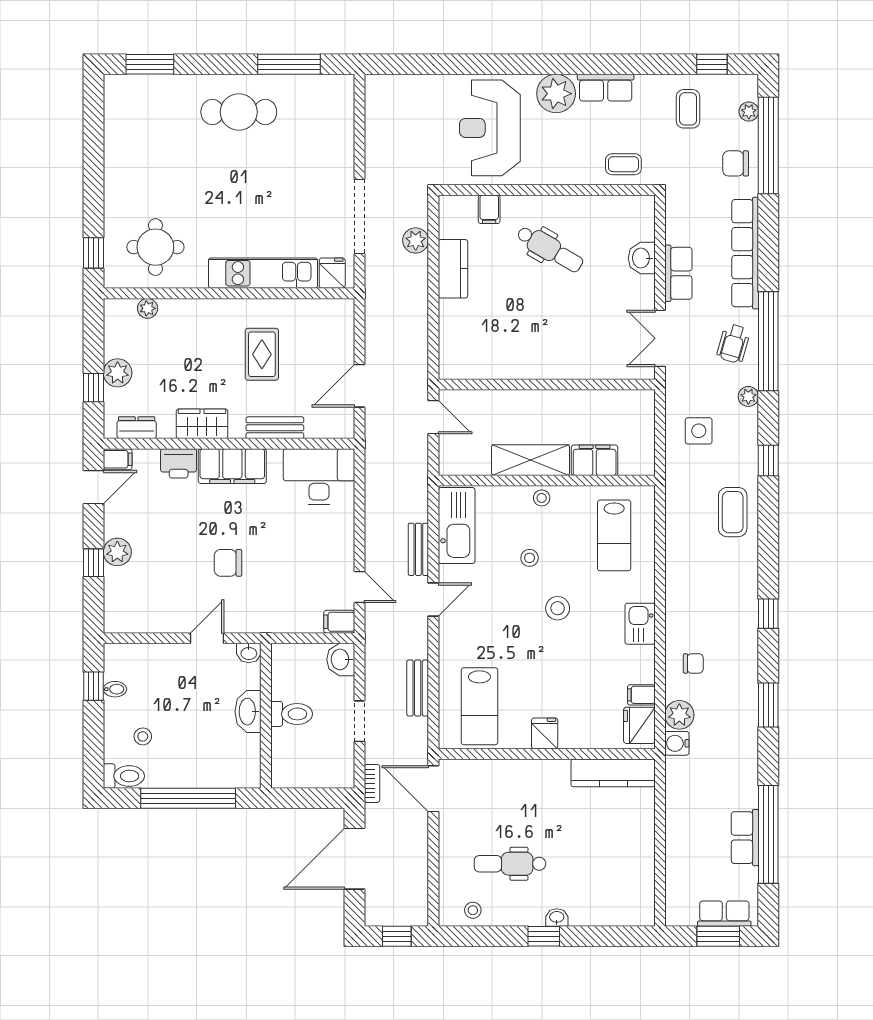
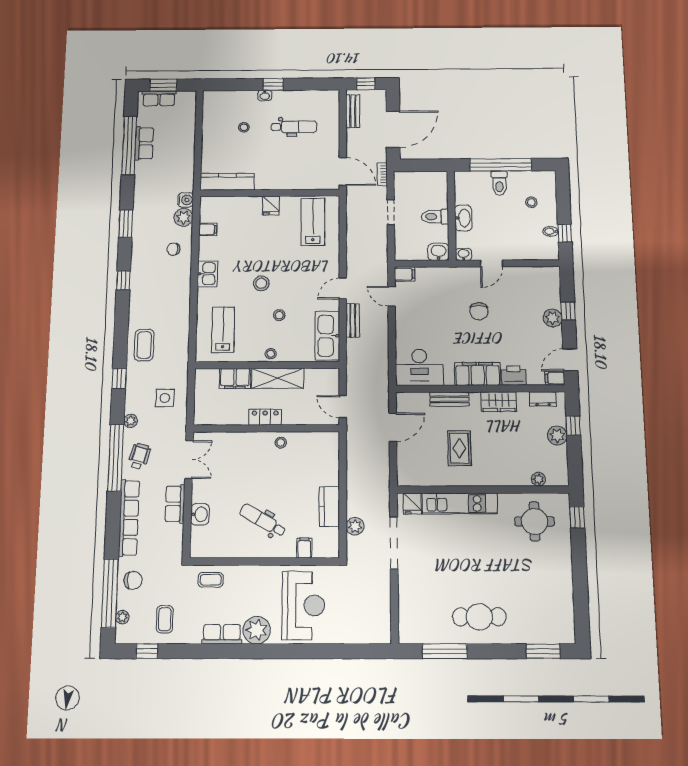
stool: (525, 363) -> (281, 443), added
locker: (549, 402) -> (265, 417), added
chair: (228, 563) -> (479, 311), turned 90
washbasin: (341, 659) -> (438, 252), moved, turned -90
bench: (418, 688) -> (353, 111), moved
fridge: (639, 725) -> (210, 211), removed
toilet: (124, 776) -> (499, 183), moved, turned -90
stool: (473, 910) -> (244, 127), moved

